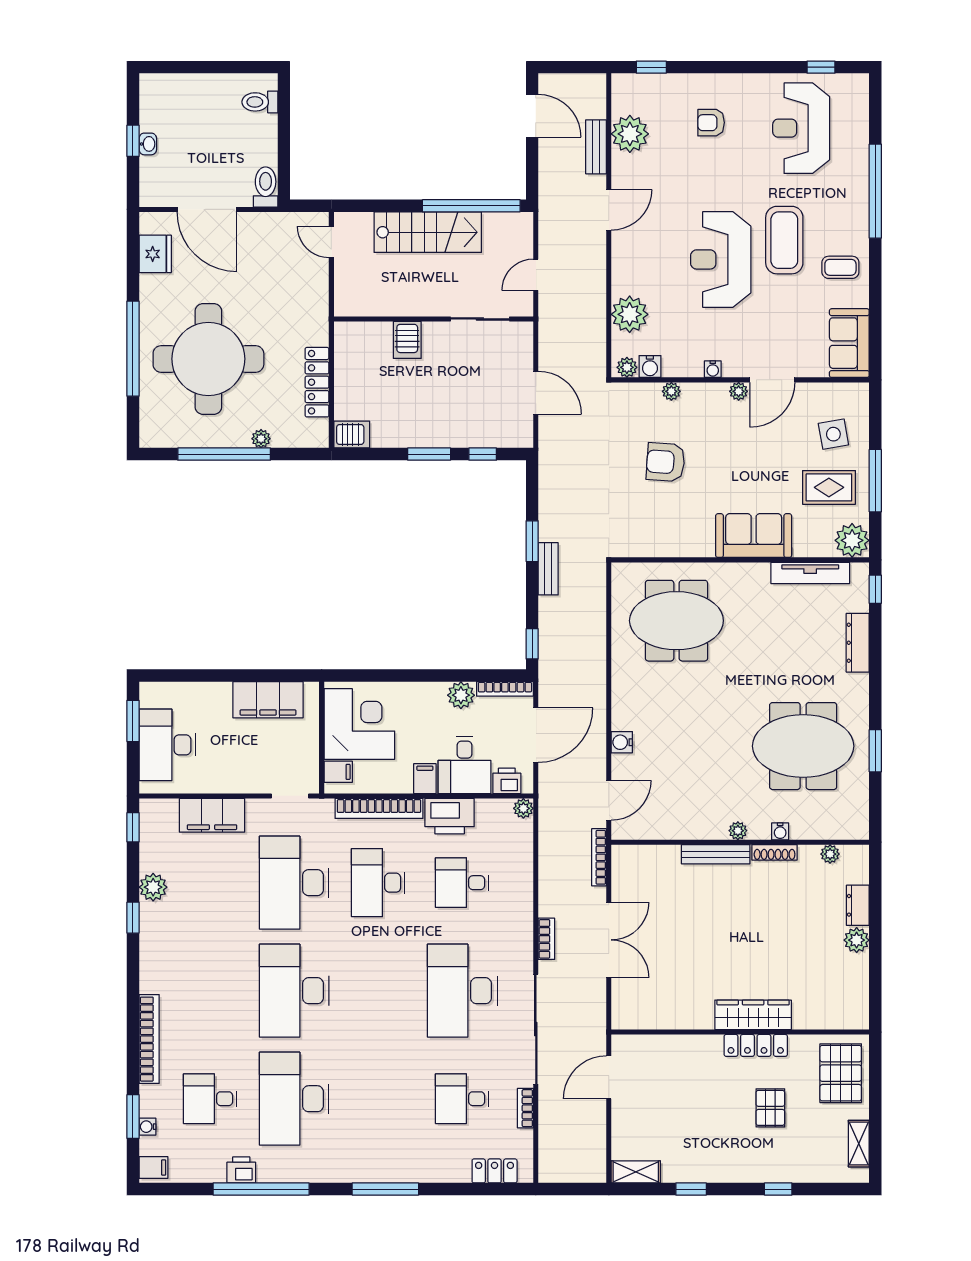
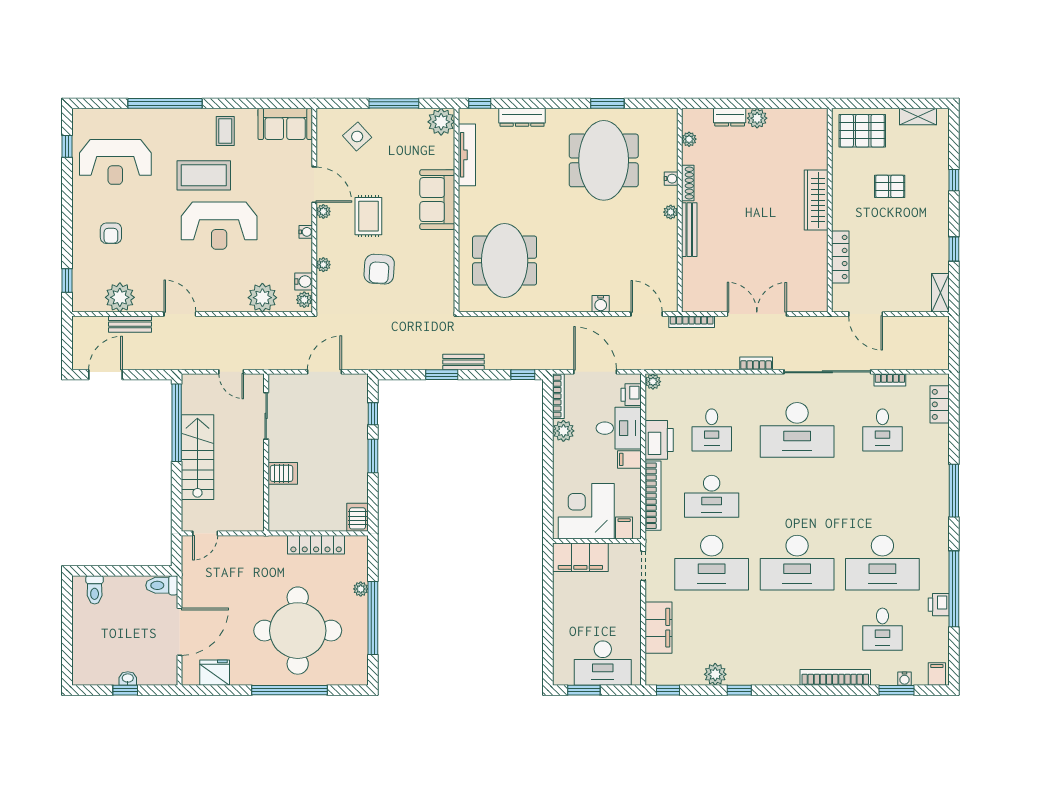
side table: (833, 434) -> (357, 136), turned -32
rug: (829, 487) -> (368, 216), moved
filing cabinet: (268, 700) -> (580, 557), moved, turned 90
locker: (756, 1045) -> (840, 257), moved

